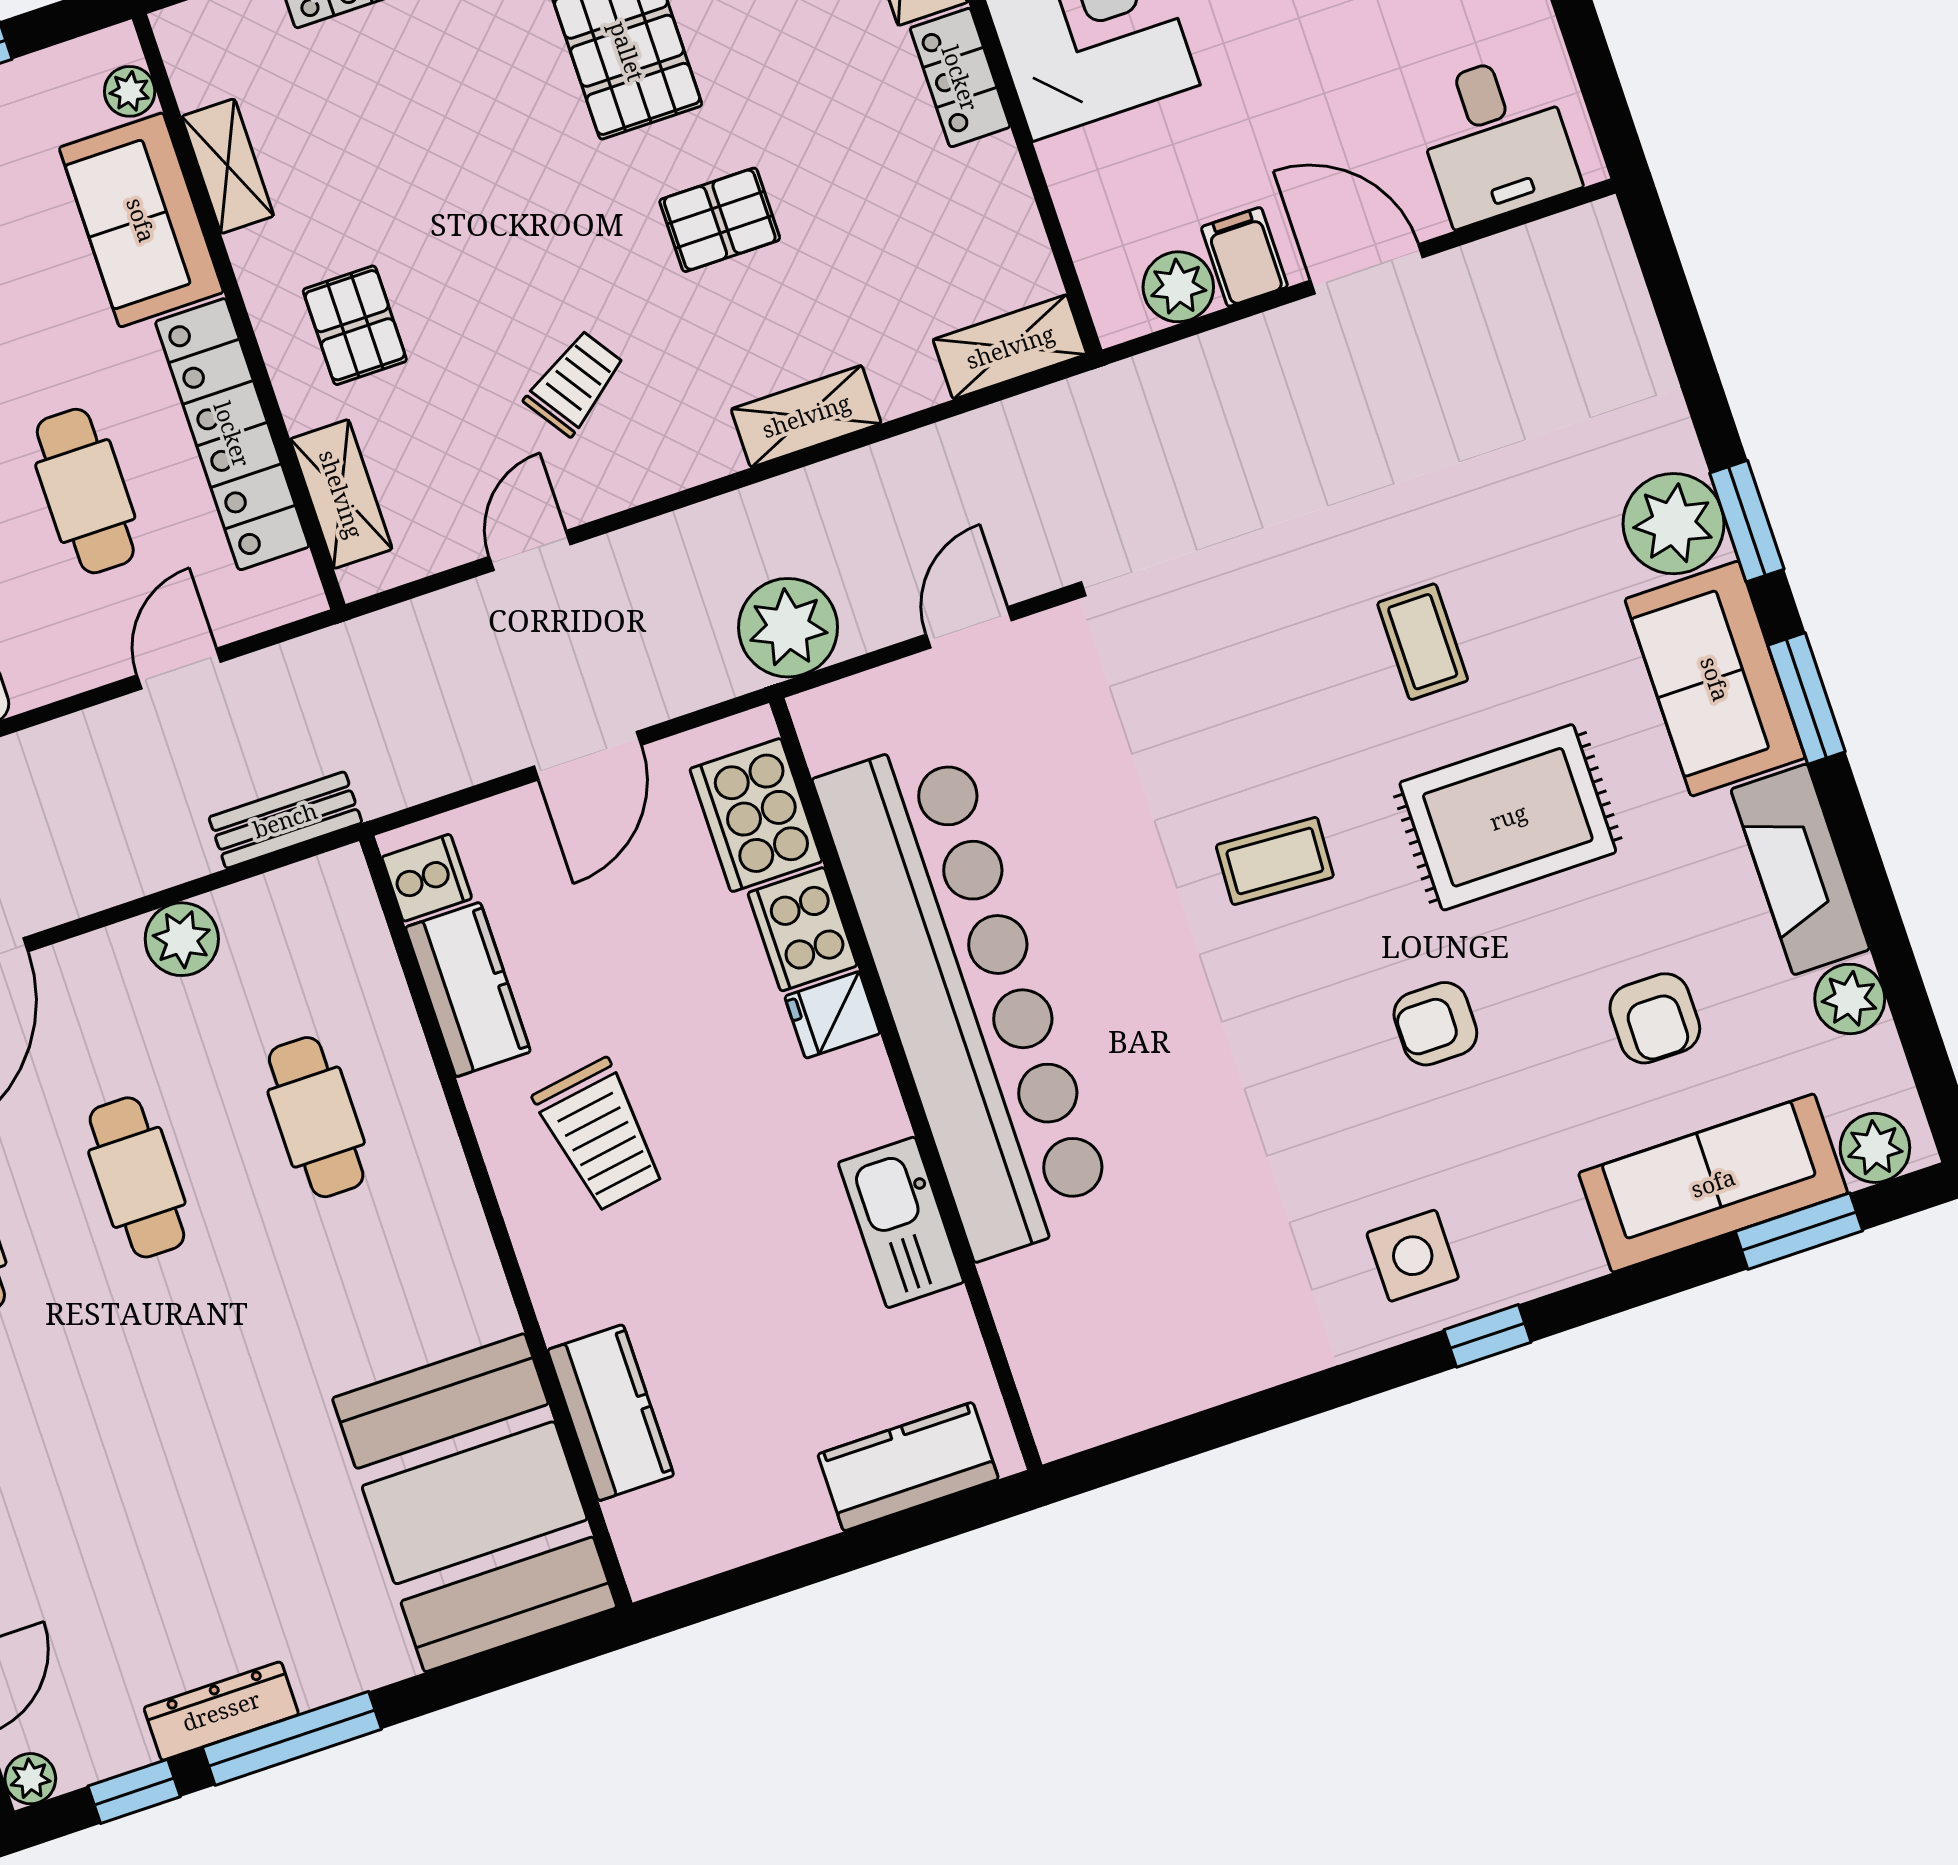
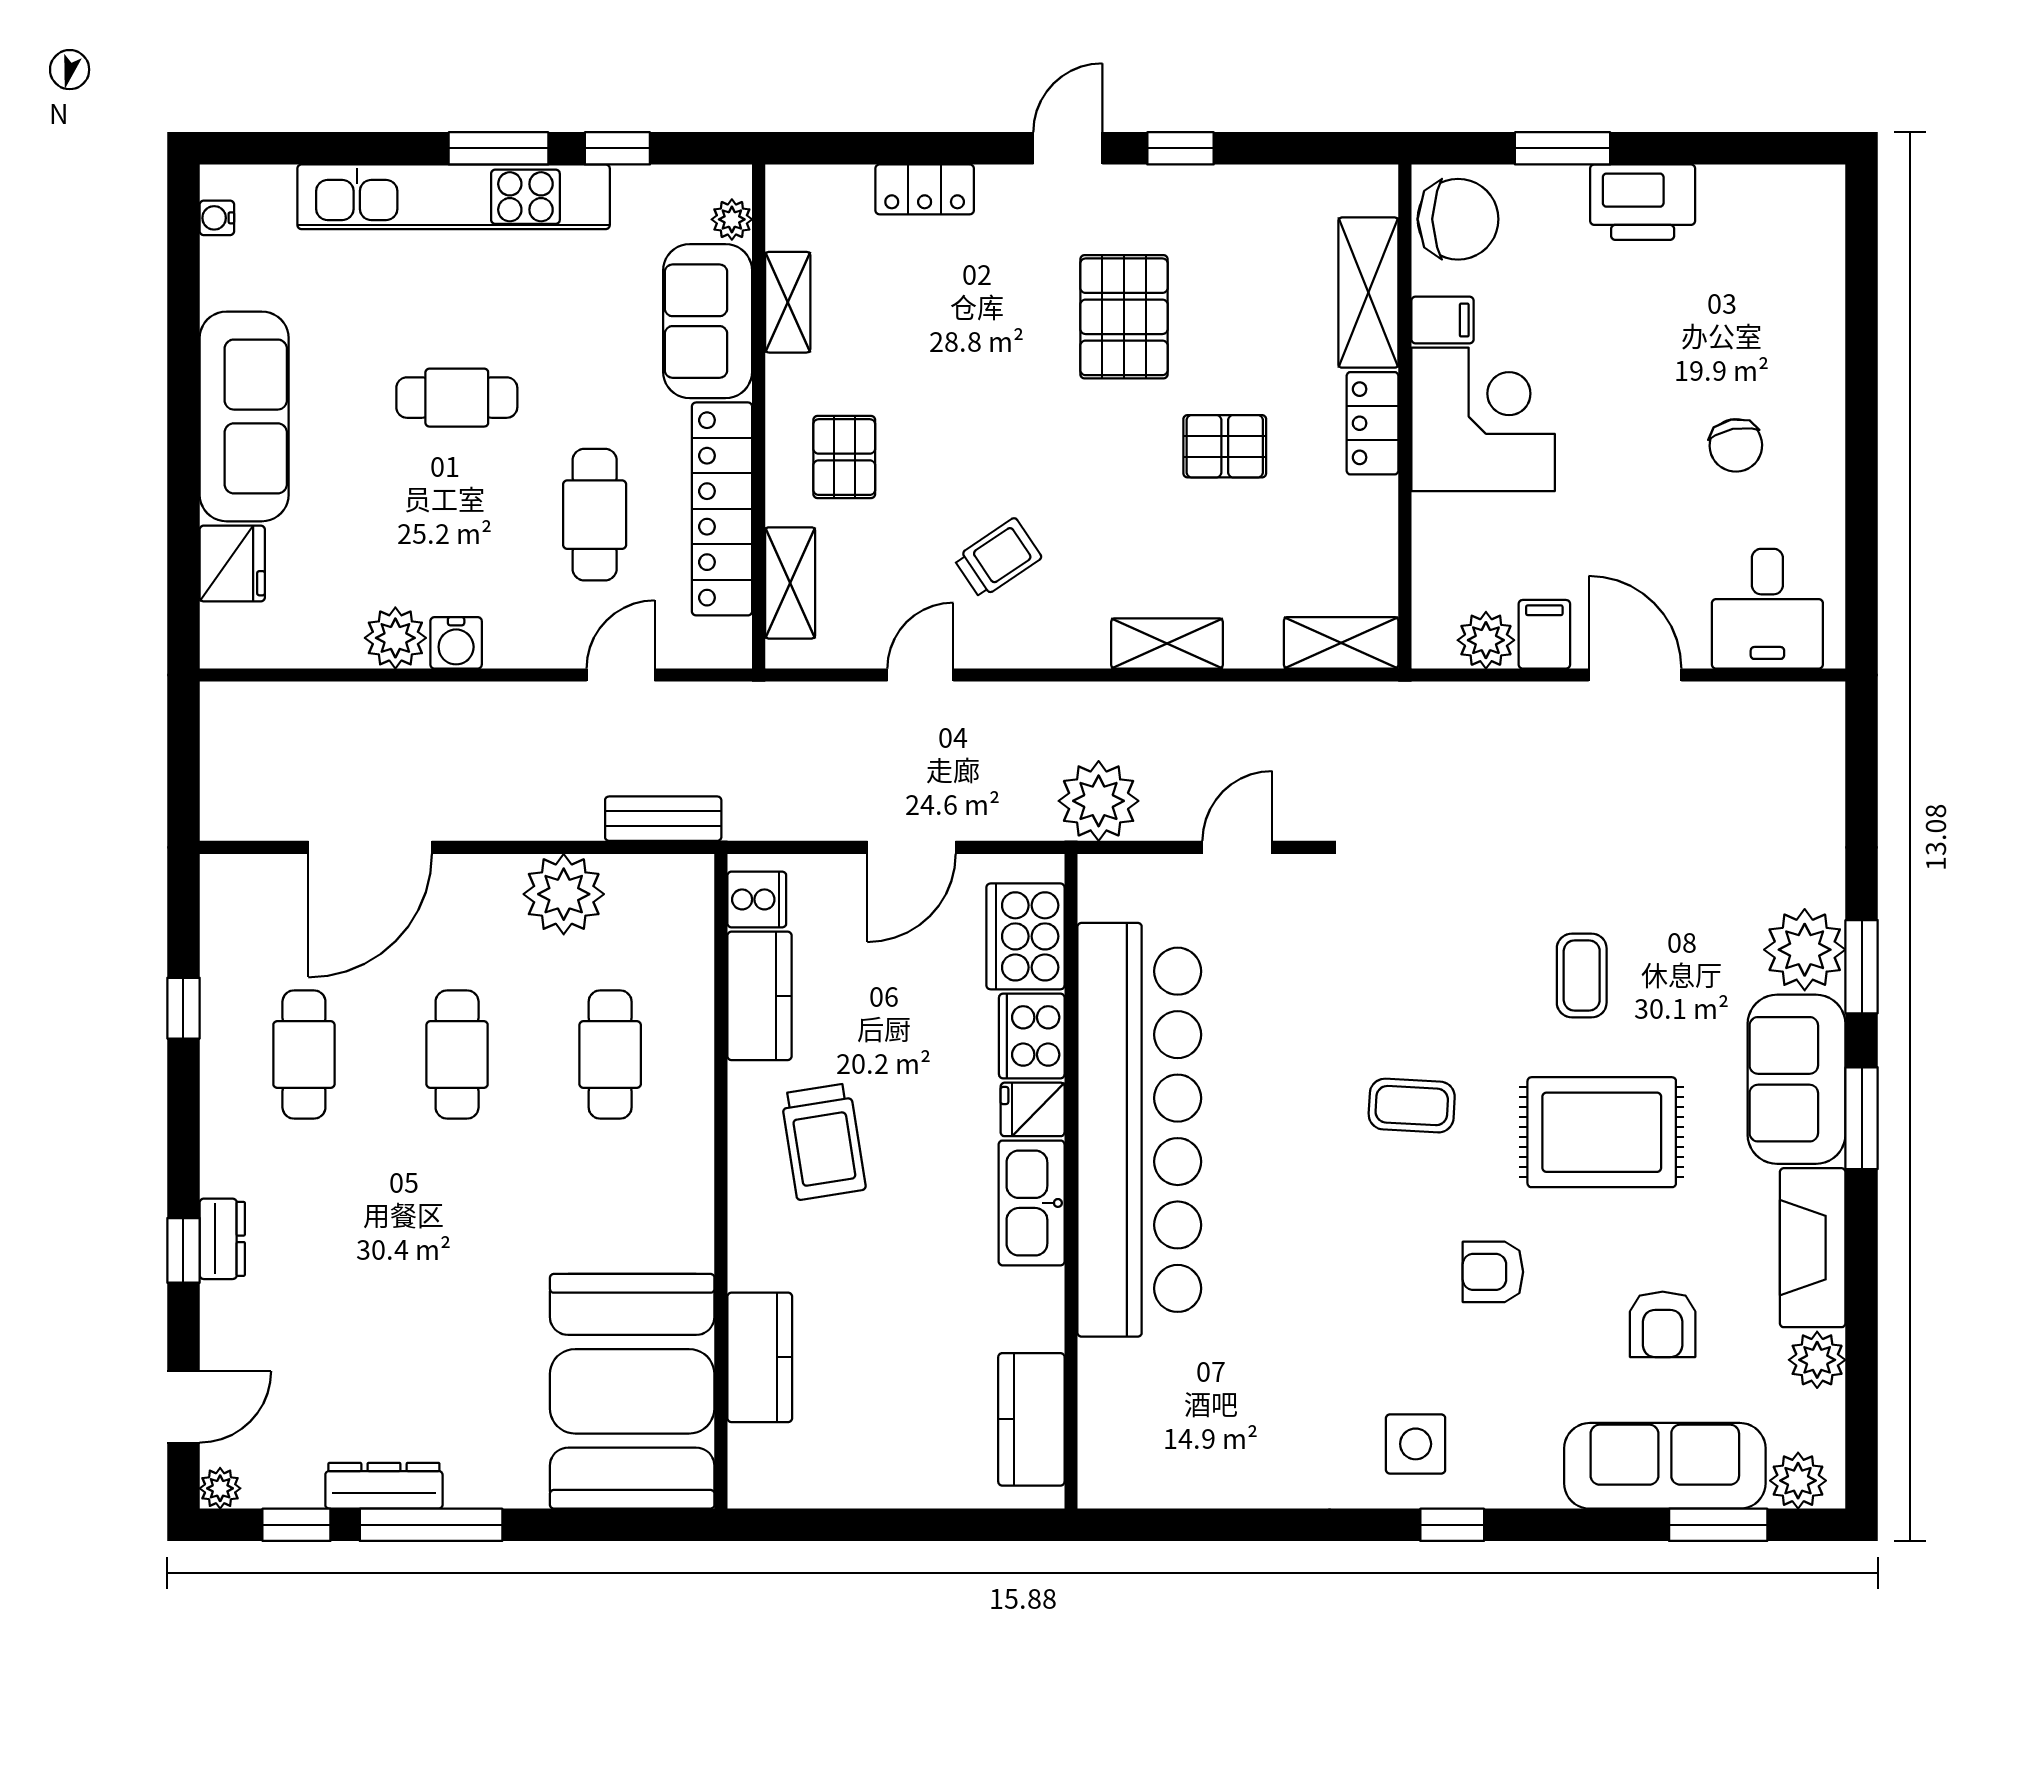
pallet: (720, 220) -> (1225, 446), moved
plant: (182, 939) -> (564, 894), width x1.36, depth x1.36
kitchen sink: (901, 1222) -> (1032, 1203), moved
kitchen counter: (908, 1467) -> (1031, 1419), moved, turned -90

